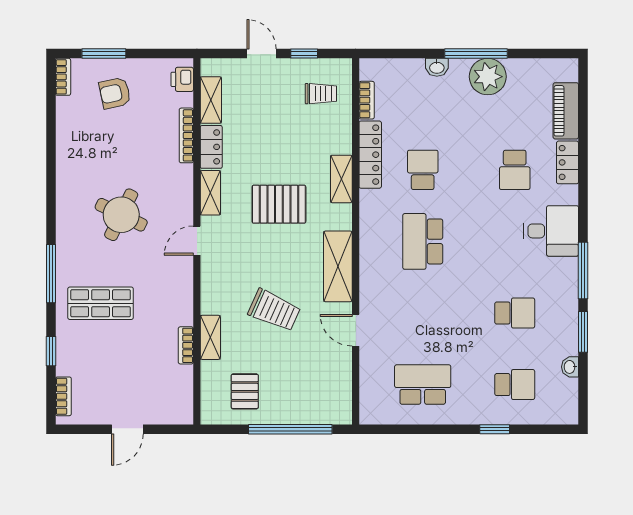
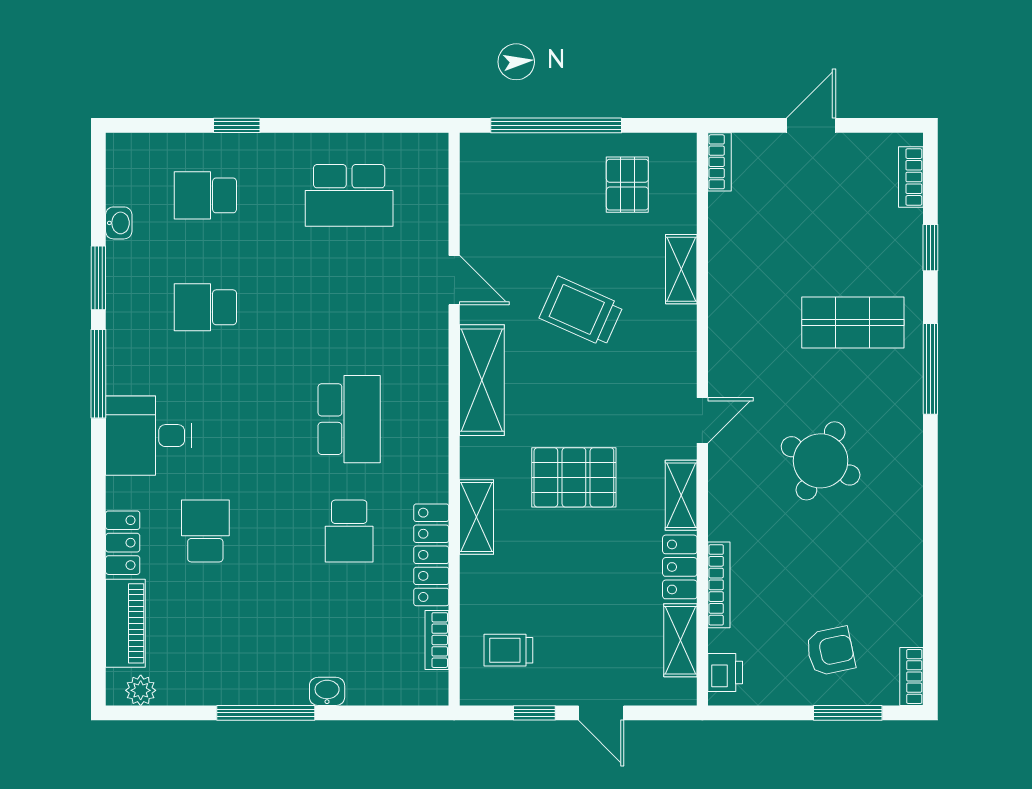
plant: (488, 77) -> (141, 690), moved, width x0.53, depth x0.53
bookcase: (186, 345) -> (719, 162), moved

